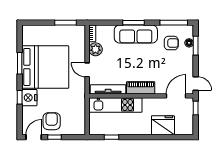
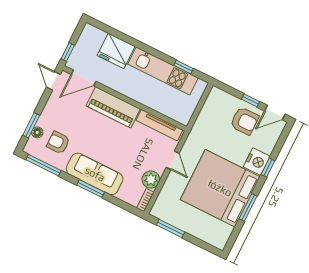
piano: (141, 88) -> (113, 107), width x1.37, depth x1.33
kitchen unit: (115, 105) -> (163, 71), moved, turned 180
armchair: (52, 121) -> (244, 121), turned -90

